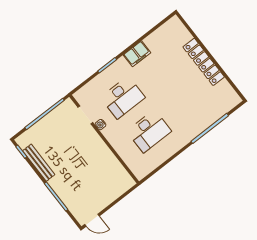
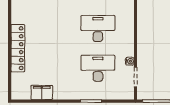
filing cabinet: (137, 54) -> (42, 92), moved

